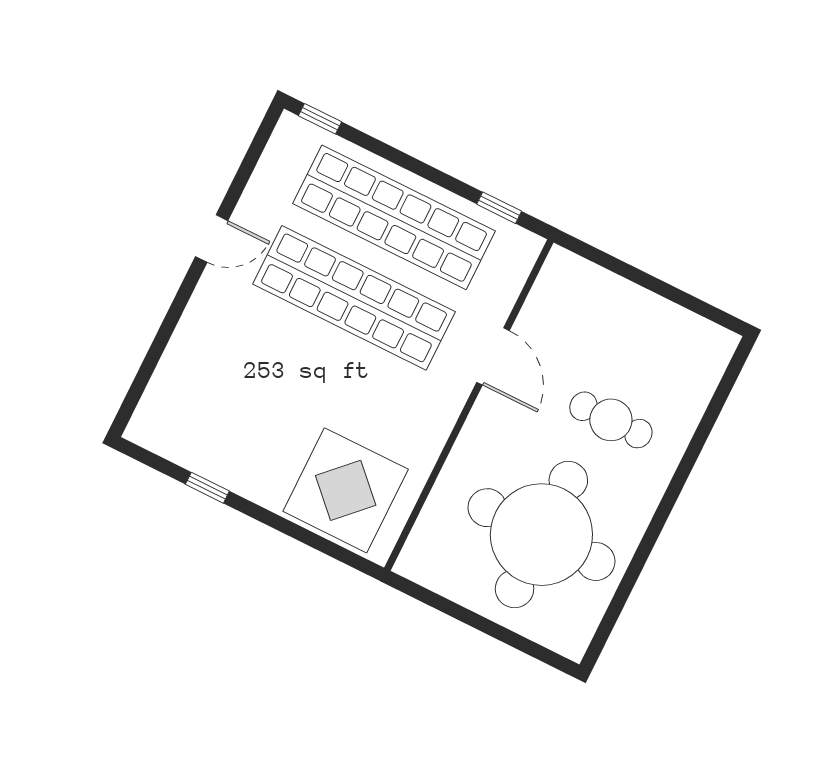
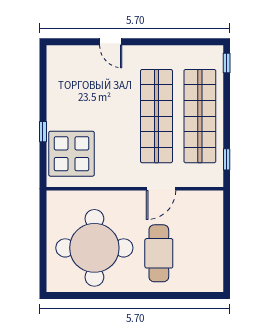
door: (212, 239) -> (111, 42), moved
cafe table: (611, 420) -> (159, 253), width x1.37, depth x1.35
window: (207, 488) -> (43, 132), moved

